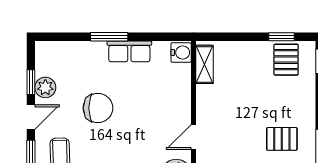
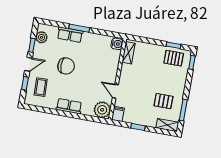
row of seats: (129, 51) -> (70, 35), moved
pallet: (286, 60) -> (174, 58), turned 90
plant: (45, 87) -> (41, 37), moved
door: (193, 137) -> (115, 91), hinge flipped

